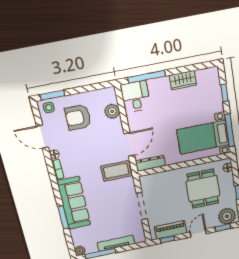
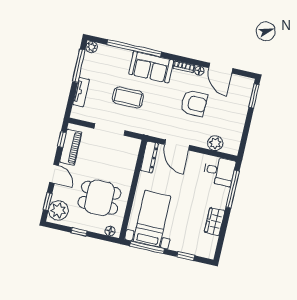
side table: (49, 108) -> (244, 87), removed
armchair: (78, 117) -> (194, 103), moved, turned 91
door: (42, 137) -> (221, 68), swing flipped
coffee table: (116, 171) -> (128, 97), moved, turned 90
sofa: (74, 203) -> (151, 67), width x0.73
window: (63, 217) -> (134, 48), width x2.11
tv unit: (116, 243) -> (81, 92), width x0.71

